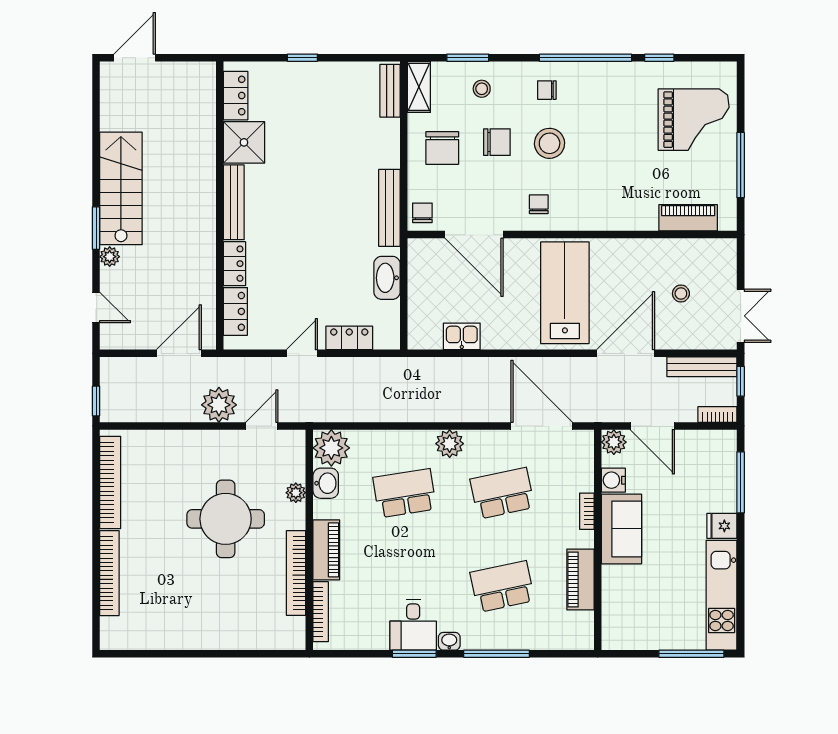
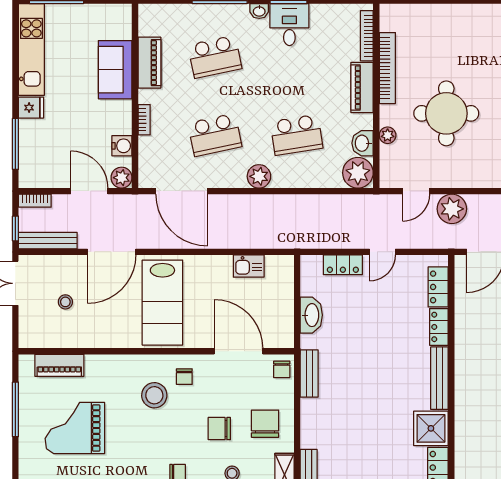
grand piano: (694, 120) -> (75, 428), moved
stool: (550, 143) -> (154, 395), moved
bench: (389, 208) -> (309, 374), width x0.73
sofa: (621, 529) -> (115, 70), moved

